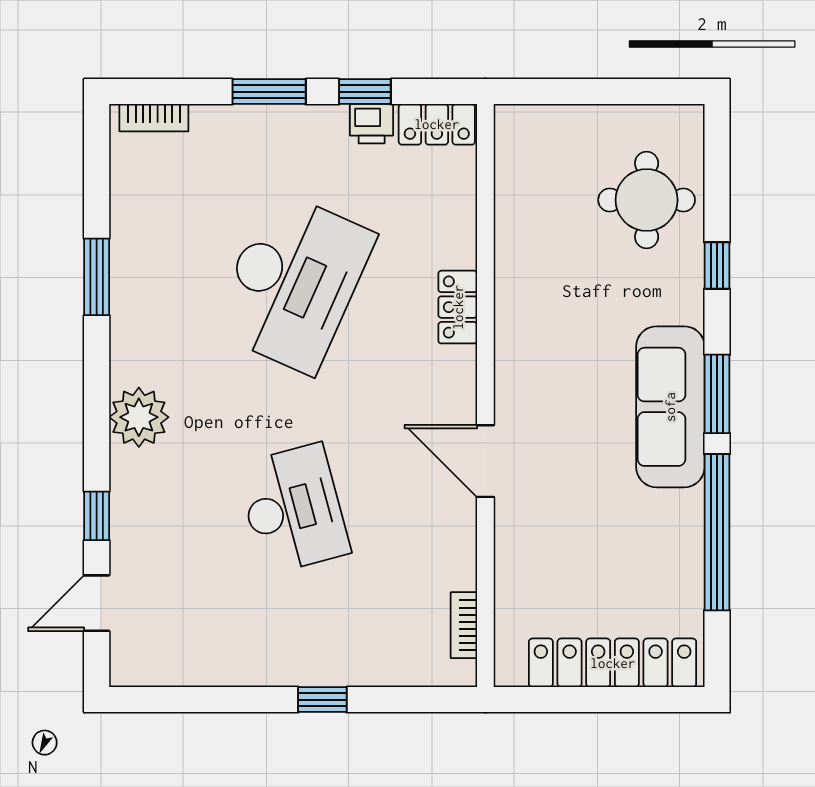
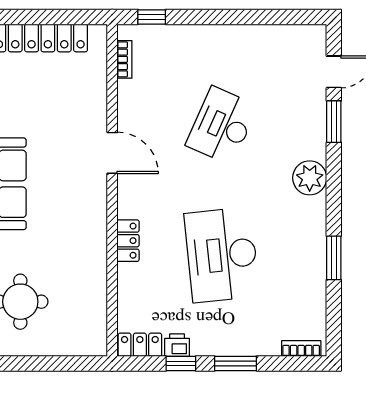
desk: (293, 282) -> (222, 255), turned -30
desk: (293, 509) -> (222, 126), turned 39
window: (97, 516) -> (334, 122), width x1.50
window: (322, 700) -> (152, 17), moved

